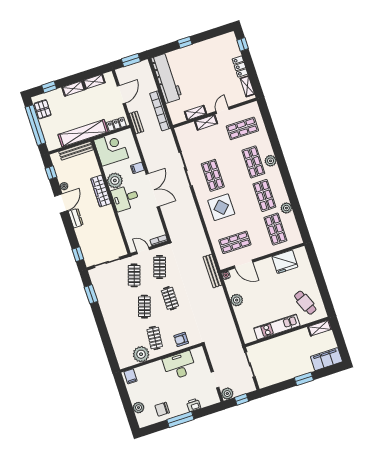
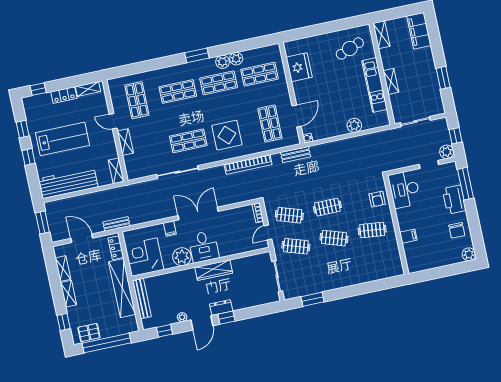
window: (208, 35) -> (23, 129), added
lab bench: (203, 69) -> (63, 139), added
bookcase: (160, 111) -> (248, 164), moved
shelving: (195, 113) -> (116, 171), moved
plant: (271, 161) -> (222, 62), moved
window: (285, 175) -> (197, 55), added
wardrobe: (101, 191) -> (214, 270), moved
door: (61, 203) -> (202, 323), swing flipped
window: (78, 254) -> (226, 318), moved
bench: (213, 271) -> (296, 154), width x0.73
plant: (237, 300) -> (354, 125), moved
shelving: (281, 340) -> (391, 81), added
plant: (141, 354) -> (389, 248), removed
desk: (179, 366) -> (404, 189), moved
filing cabinet: (131, 376) -> (408, 236), moved
window: (304, 379) -> (443, 78), moved
printer: (194, 405) -> (454, 200), width x1.87, depth x1.48
plant: (139, 408) -> (469, 254), moved
window: (180, 419) -> (466, 184), moved

